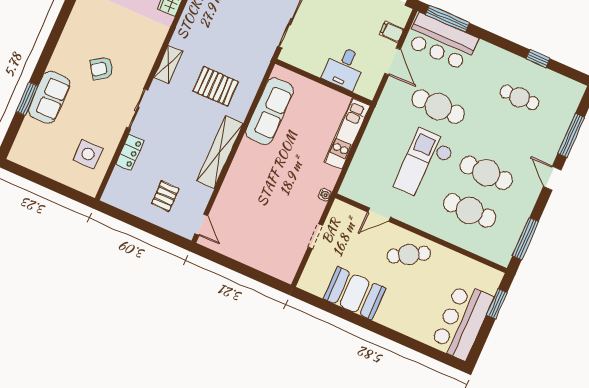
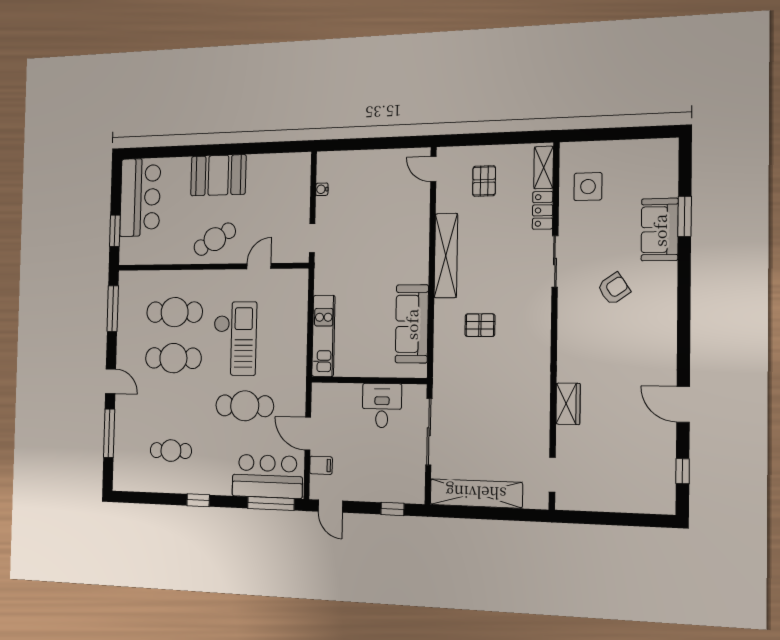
window: (538, 59) -> (198, 500), moved
shelving: (168, 65) -> (544, 168), moved
desk: (344, 68) -> (382, 406), moved
pallet: (216, 86) -> (480, 325), width x0.67, depth x0.71
water cooler: (325, 195) -> (322, 189), moved
doorway: (315, 236) -> (312, 238), moved
booth: (355, 293) -> (218, 175), moved

